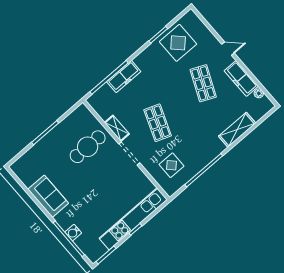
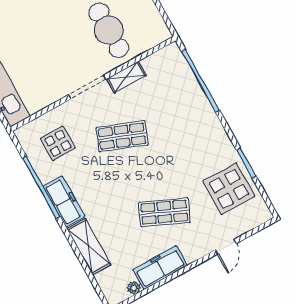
door: (228, 49) -> (226, 247), moved
freezer: (124, 77) -> (64, 201), moved, turned 180

